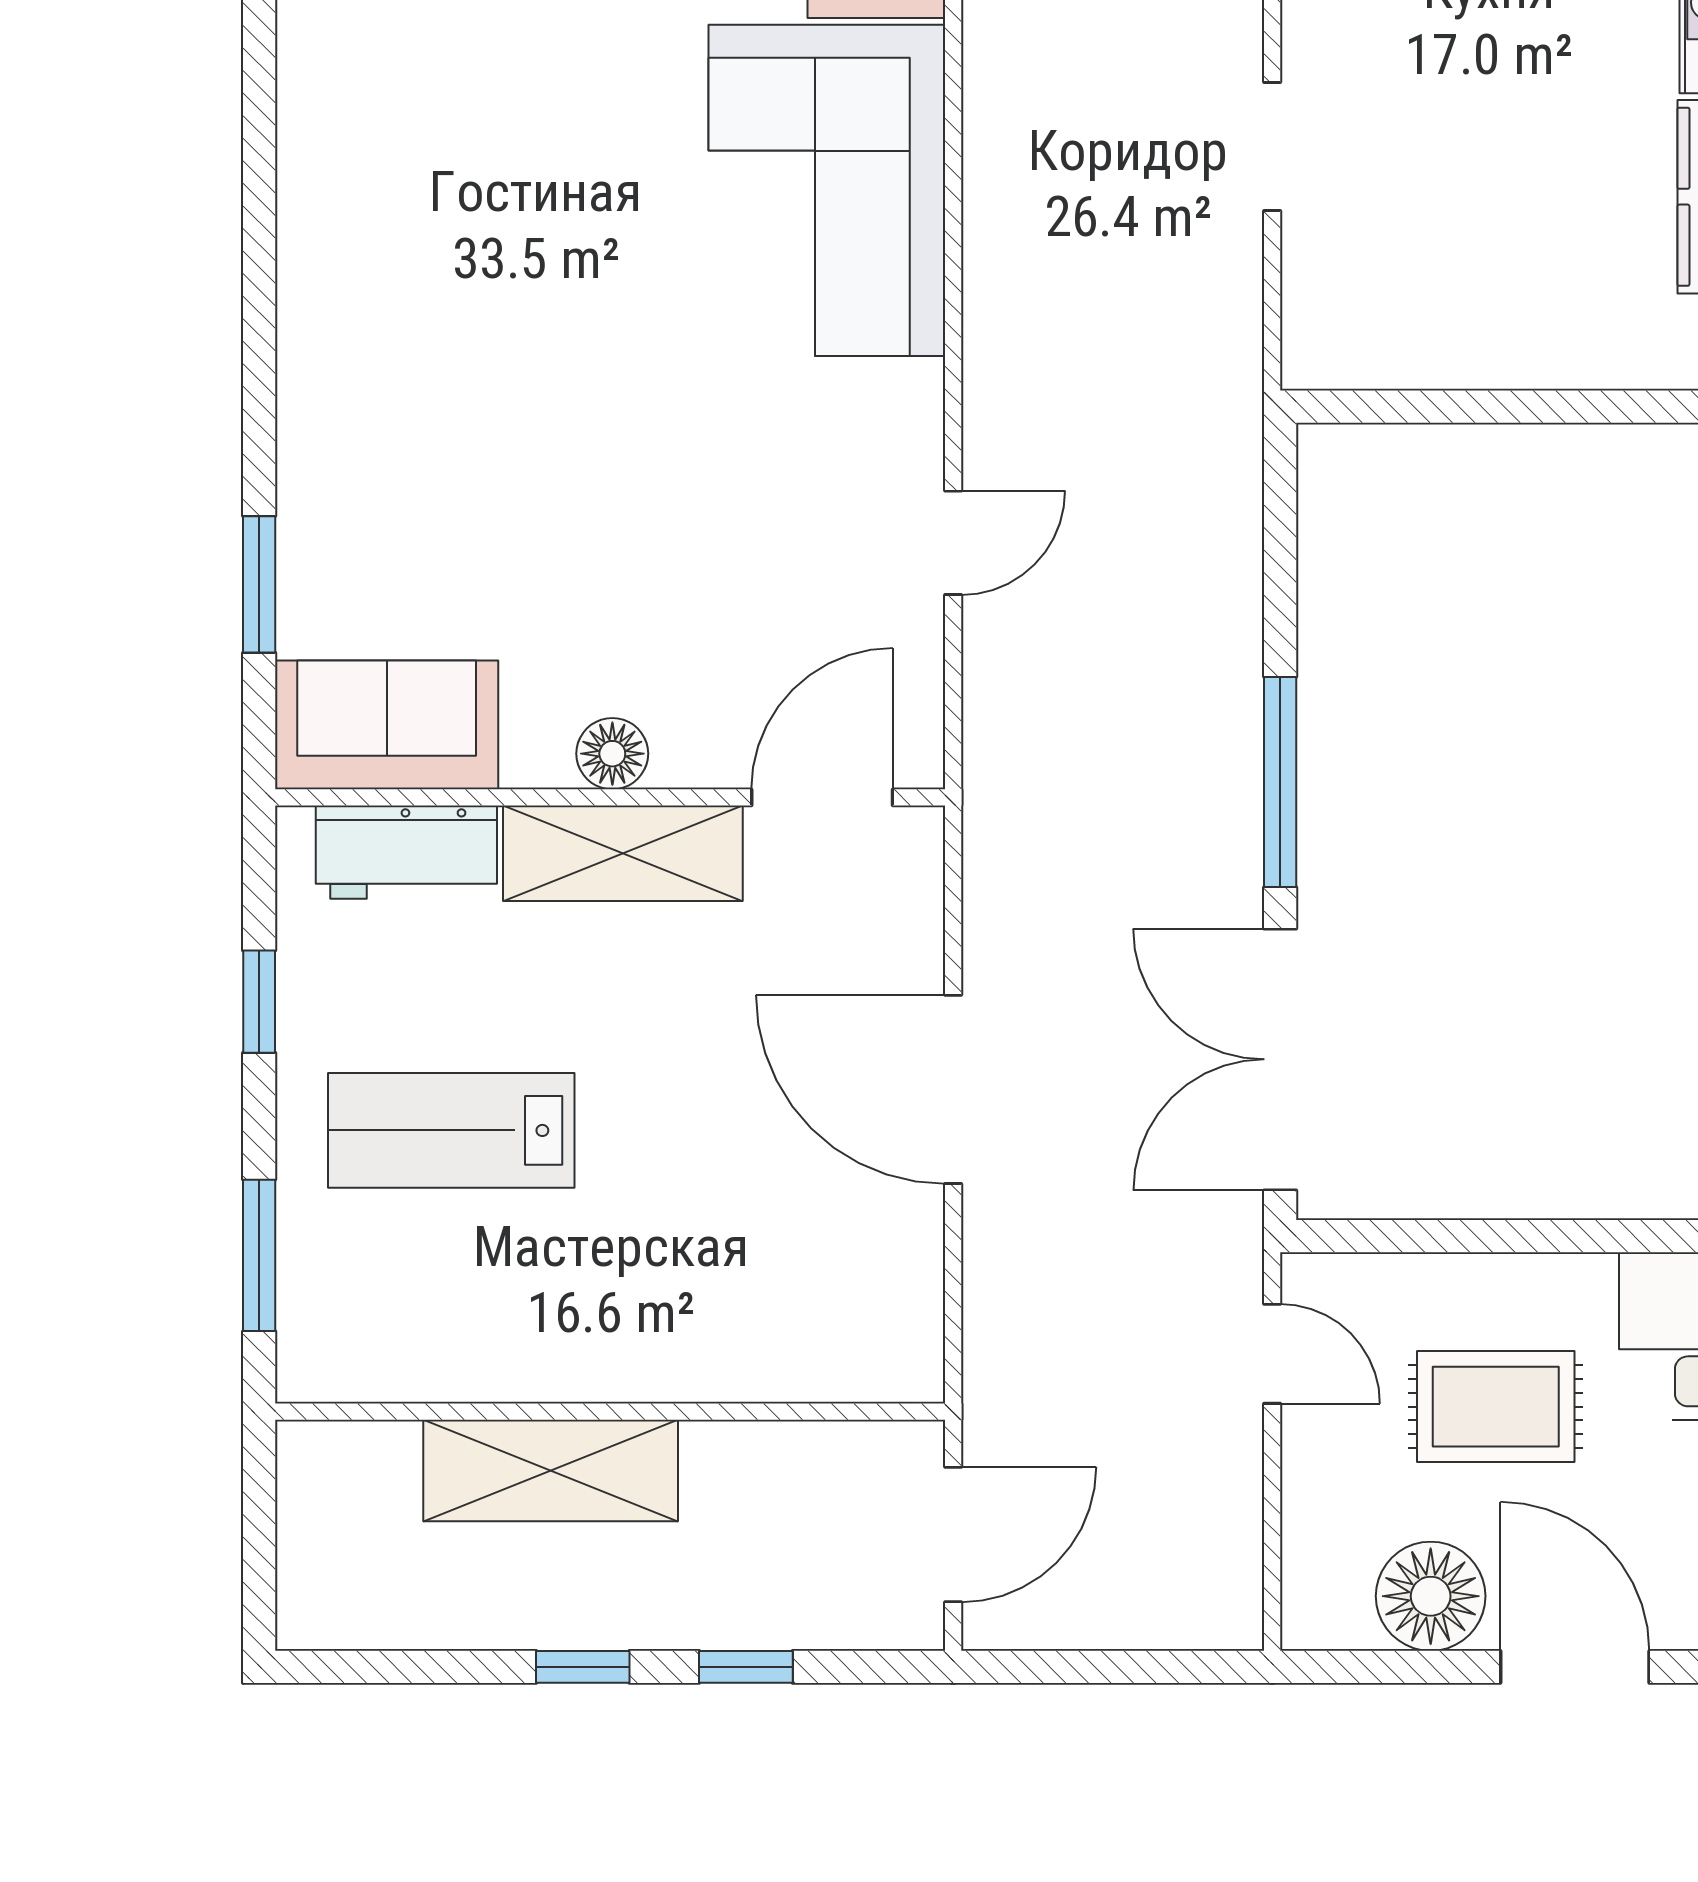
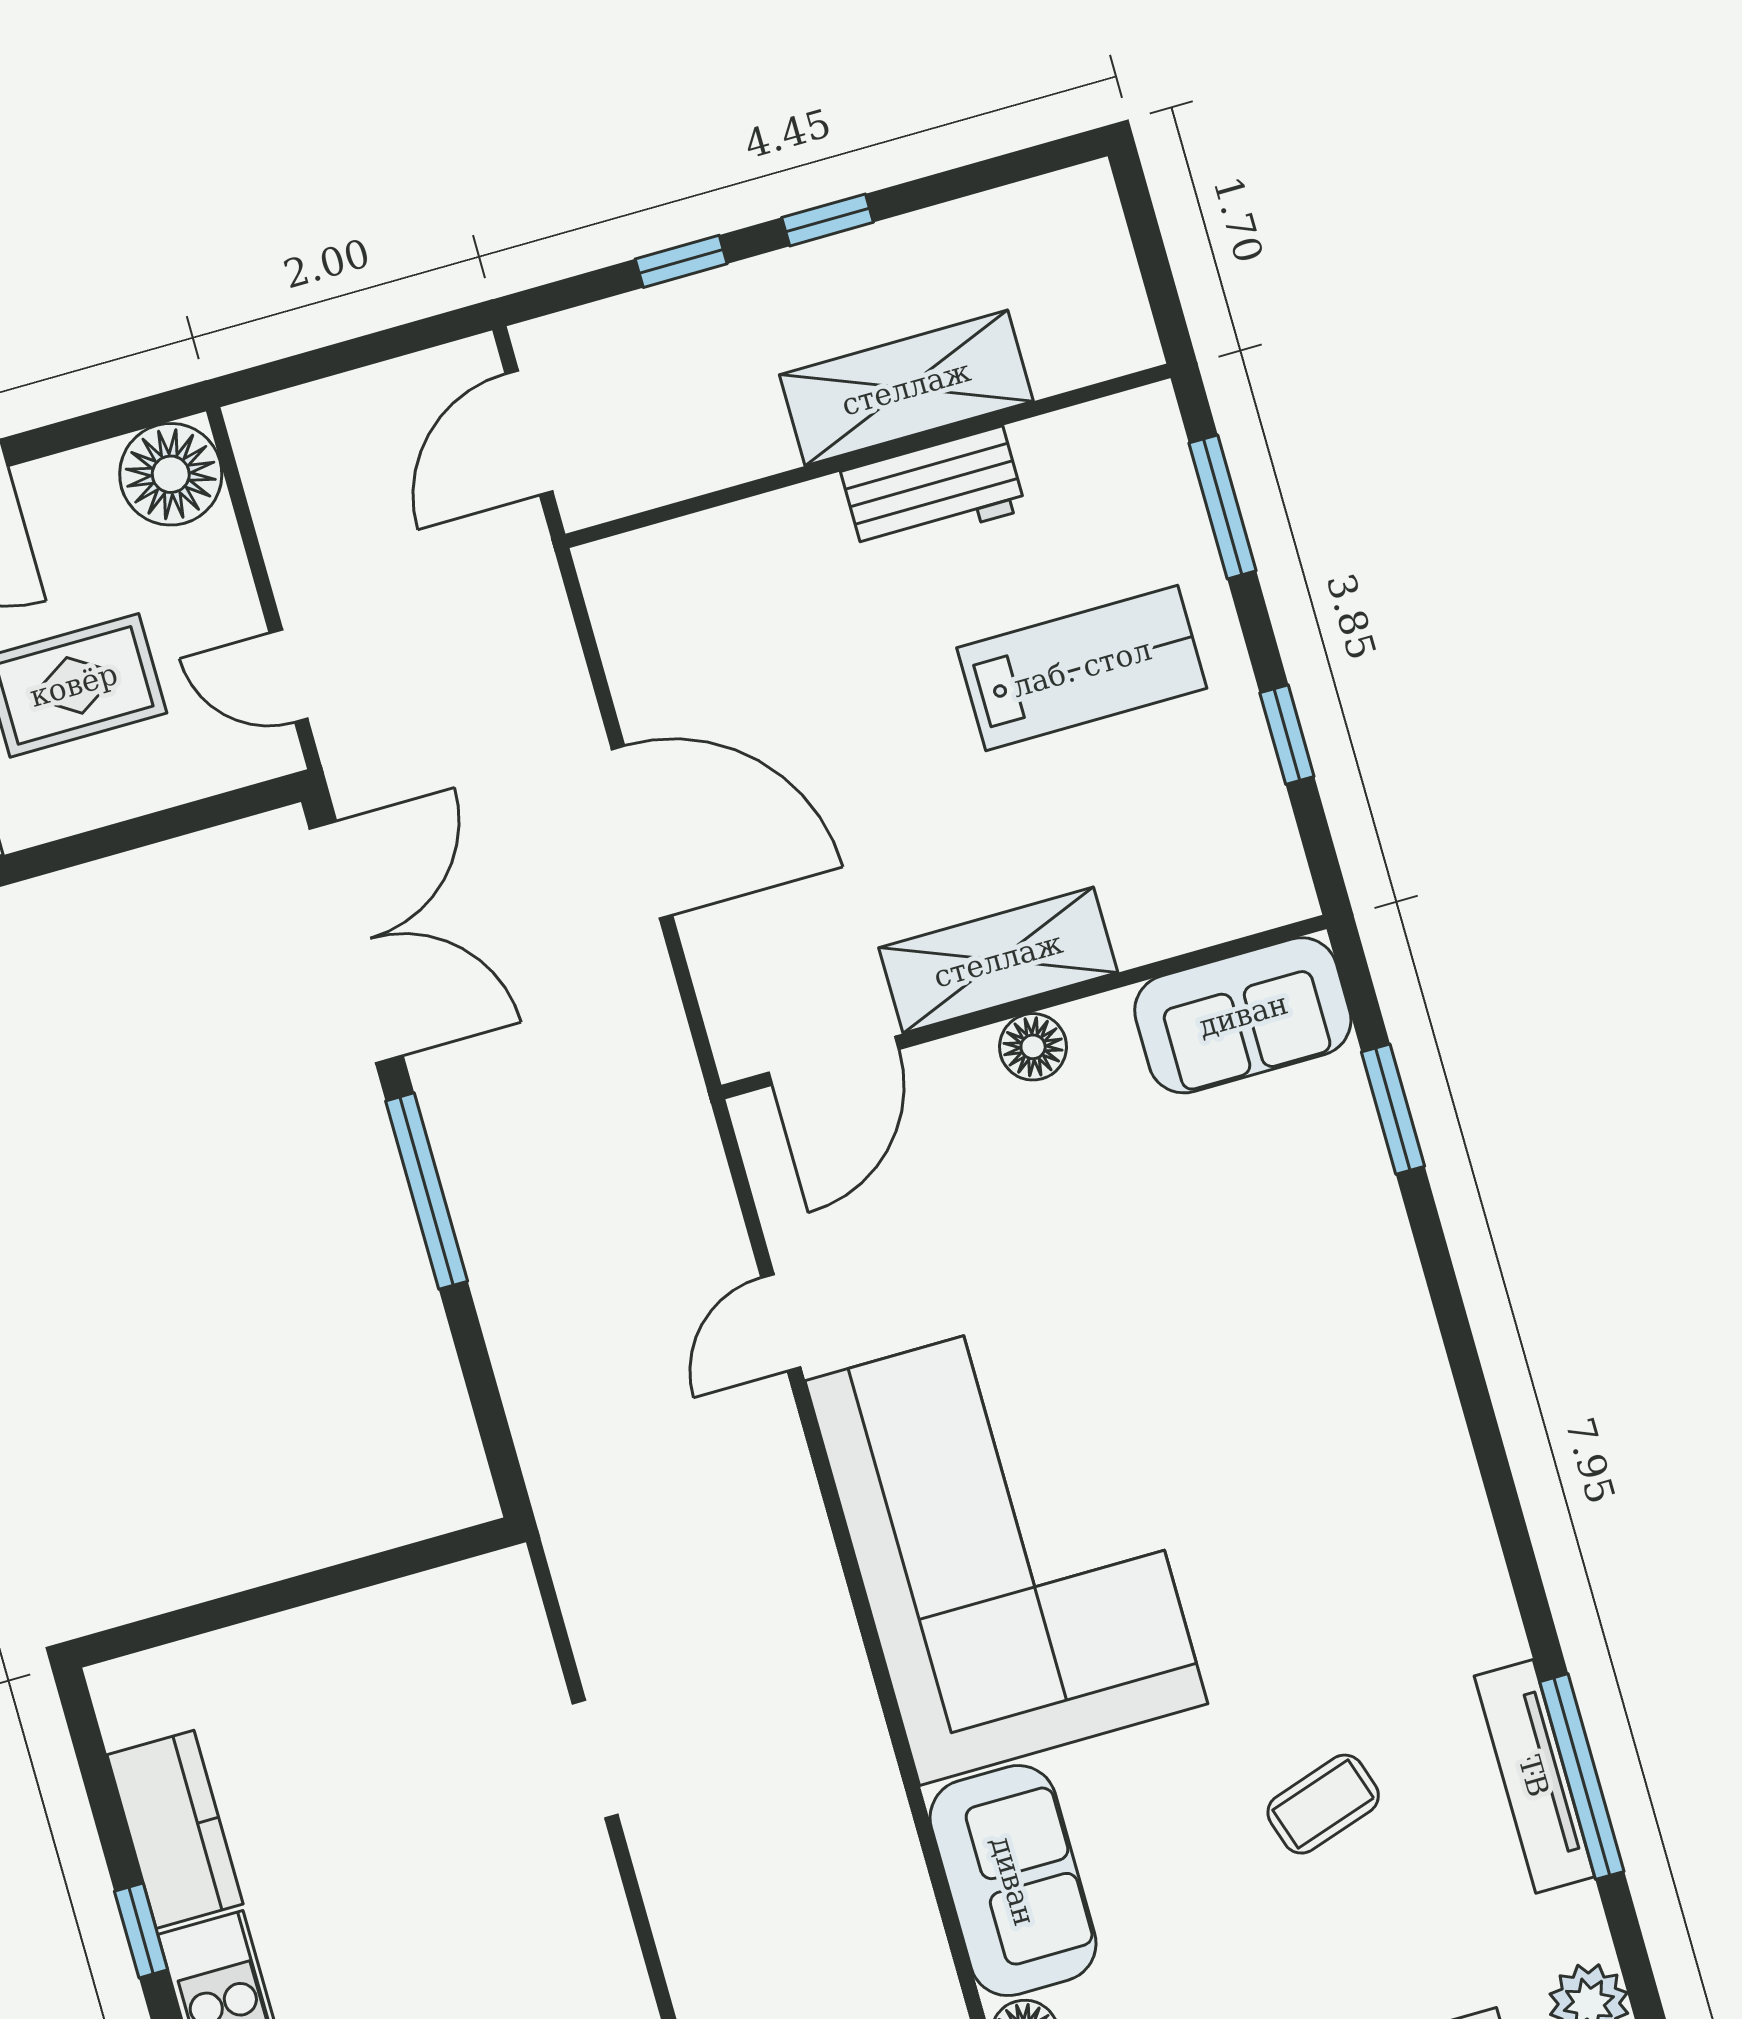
corner sofa: (827, 190) -> (1006, 1542), width x1.36, depth x1.36
workbench: (406, 852) -> (933, 490), moved, turned 180
floor lamp: (1431, 1596) -> (171, 474), moved

